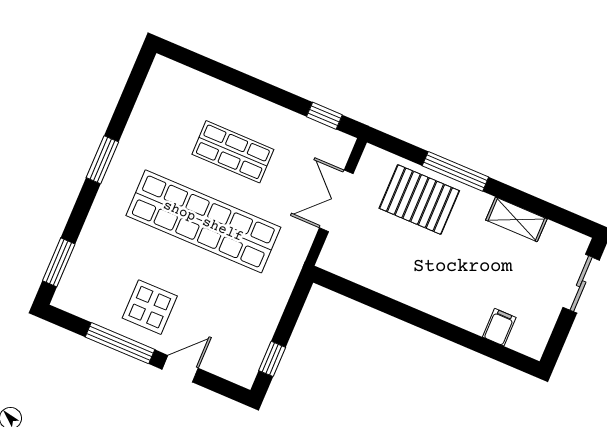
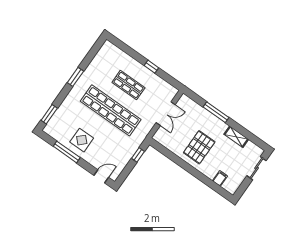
window: (324, 116) -> (151, 67), moved
pallet: (419, 200) -> (199, 147), moved, turned 90
double door: (336, 201) -> (166, 114), swing flipped
window: (272, 359) -> (138, 155), moved
door: (180, 369) -> (101, 176), moved

